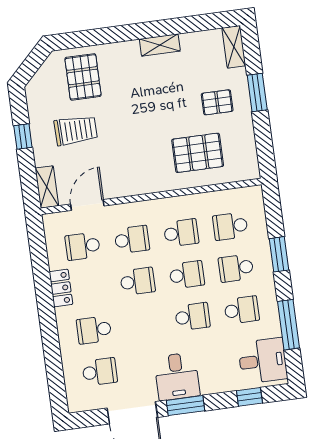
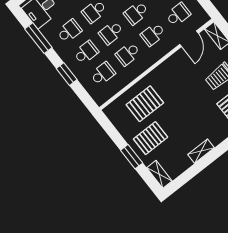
pallet: (217, 102) -> (151, 138), width x1.50, depth x1.42
school desk: (242, 310) -> (69, 31), turned 180

